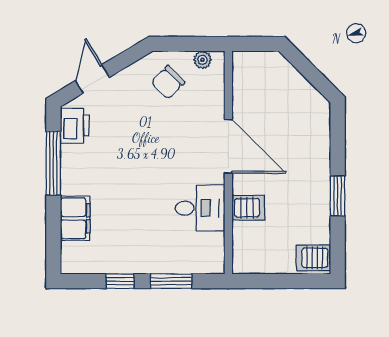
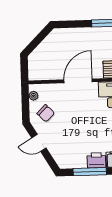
door: (93, 79) -> (39, 143), moved
printer: (75, 126) -> (96, 160), moved

